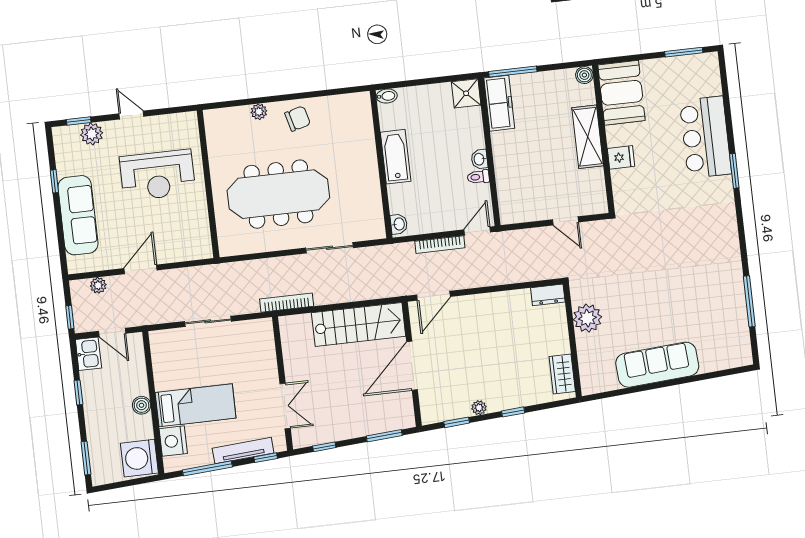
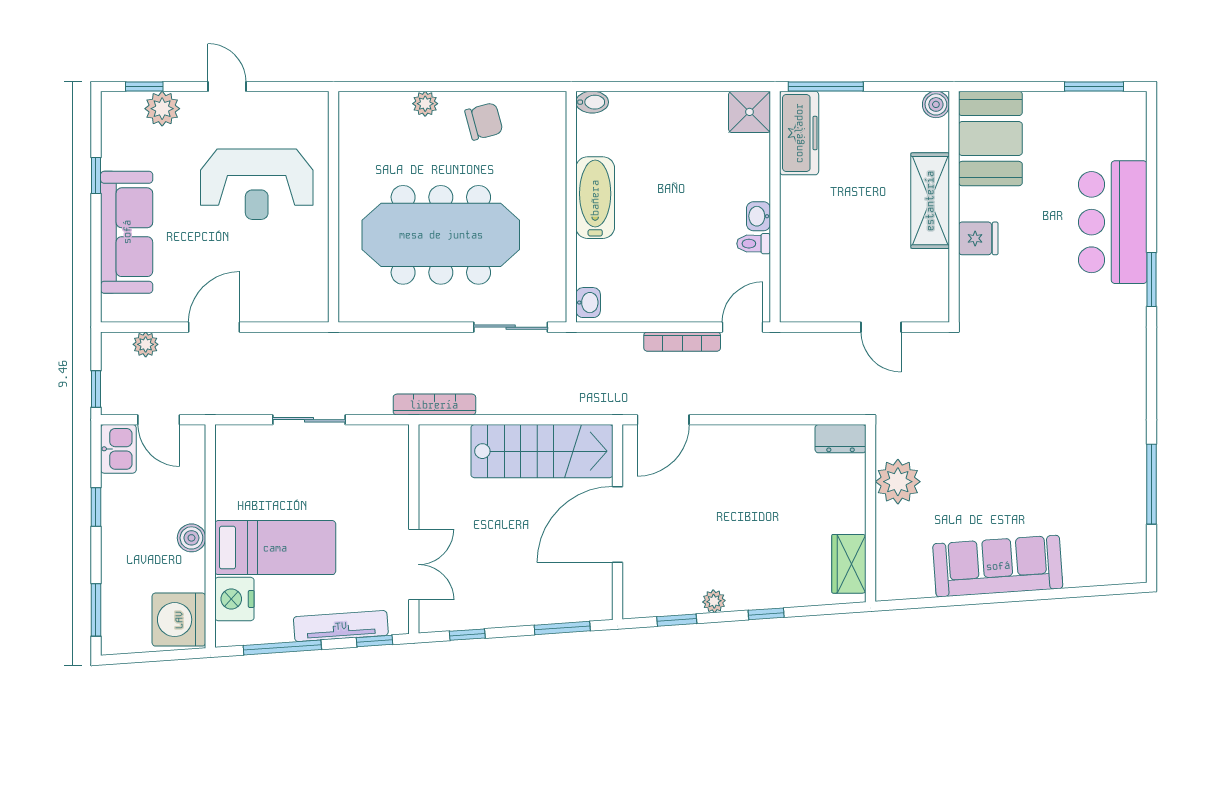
bidet: (387, 96) -> (592, 102), moved
bathtub: (396, 157) -> (595, 198), moved
wall: (381, 164) -> (571, 207), moved
washbasin: (399, 224) -> (588, 303), moved

